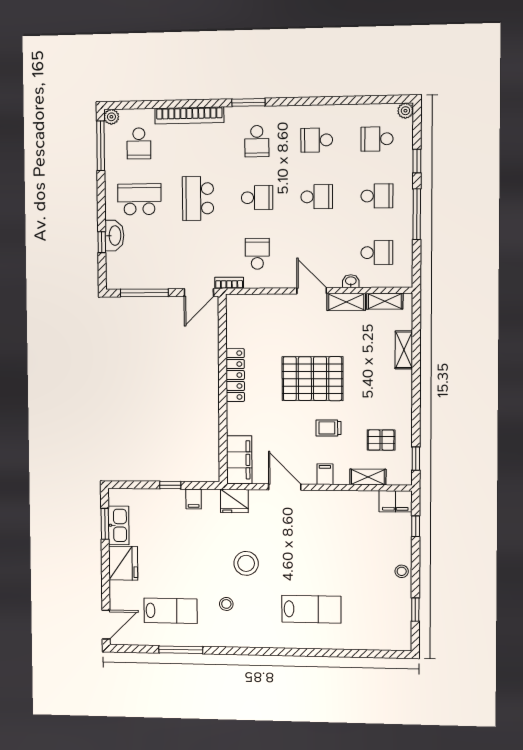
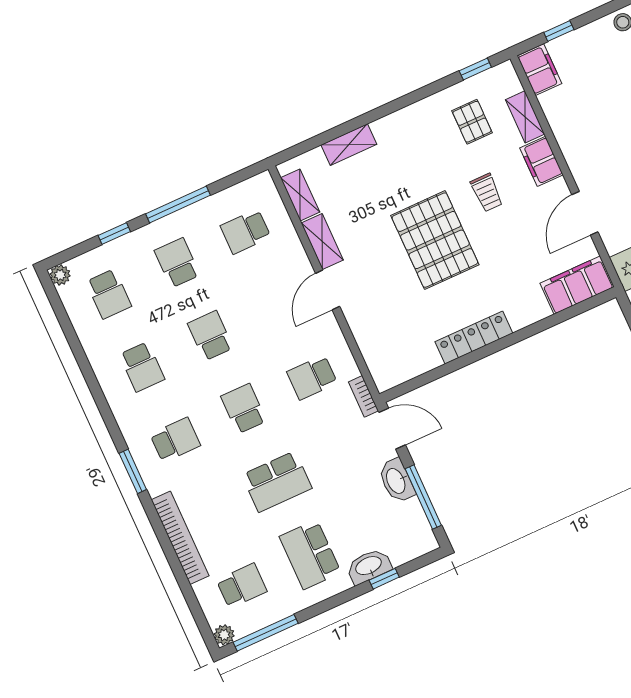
school desk: (377, 253) -> (246, 232), turned -90
washbasin: (351, 281) -> (396, 481), moved, width x1.91, depth x1.45
filing cabinet: (325, 474) -> (542, 161), width x2.00

